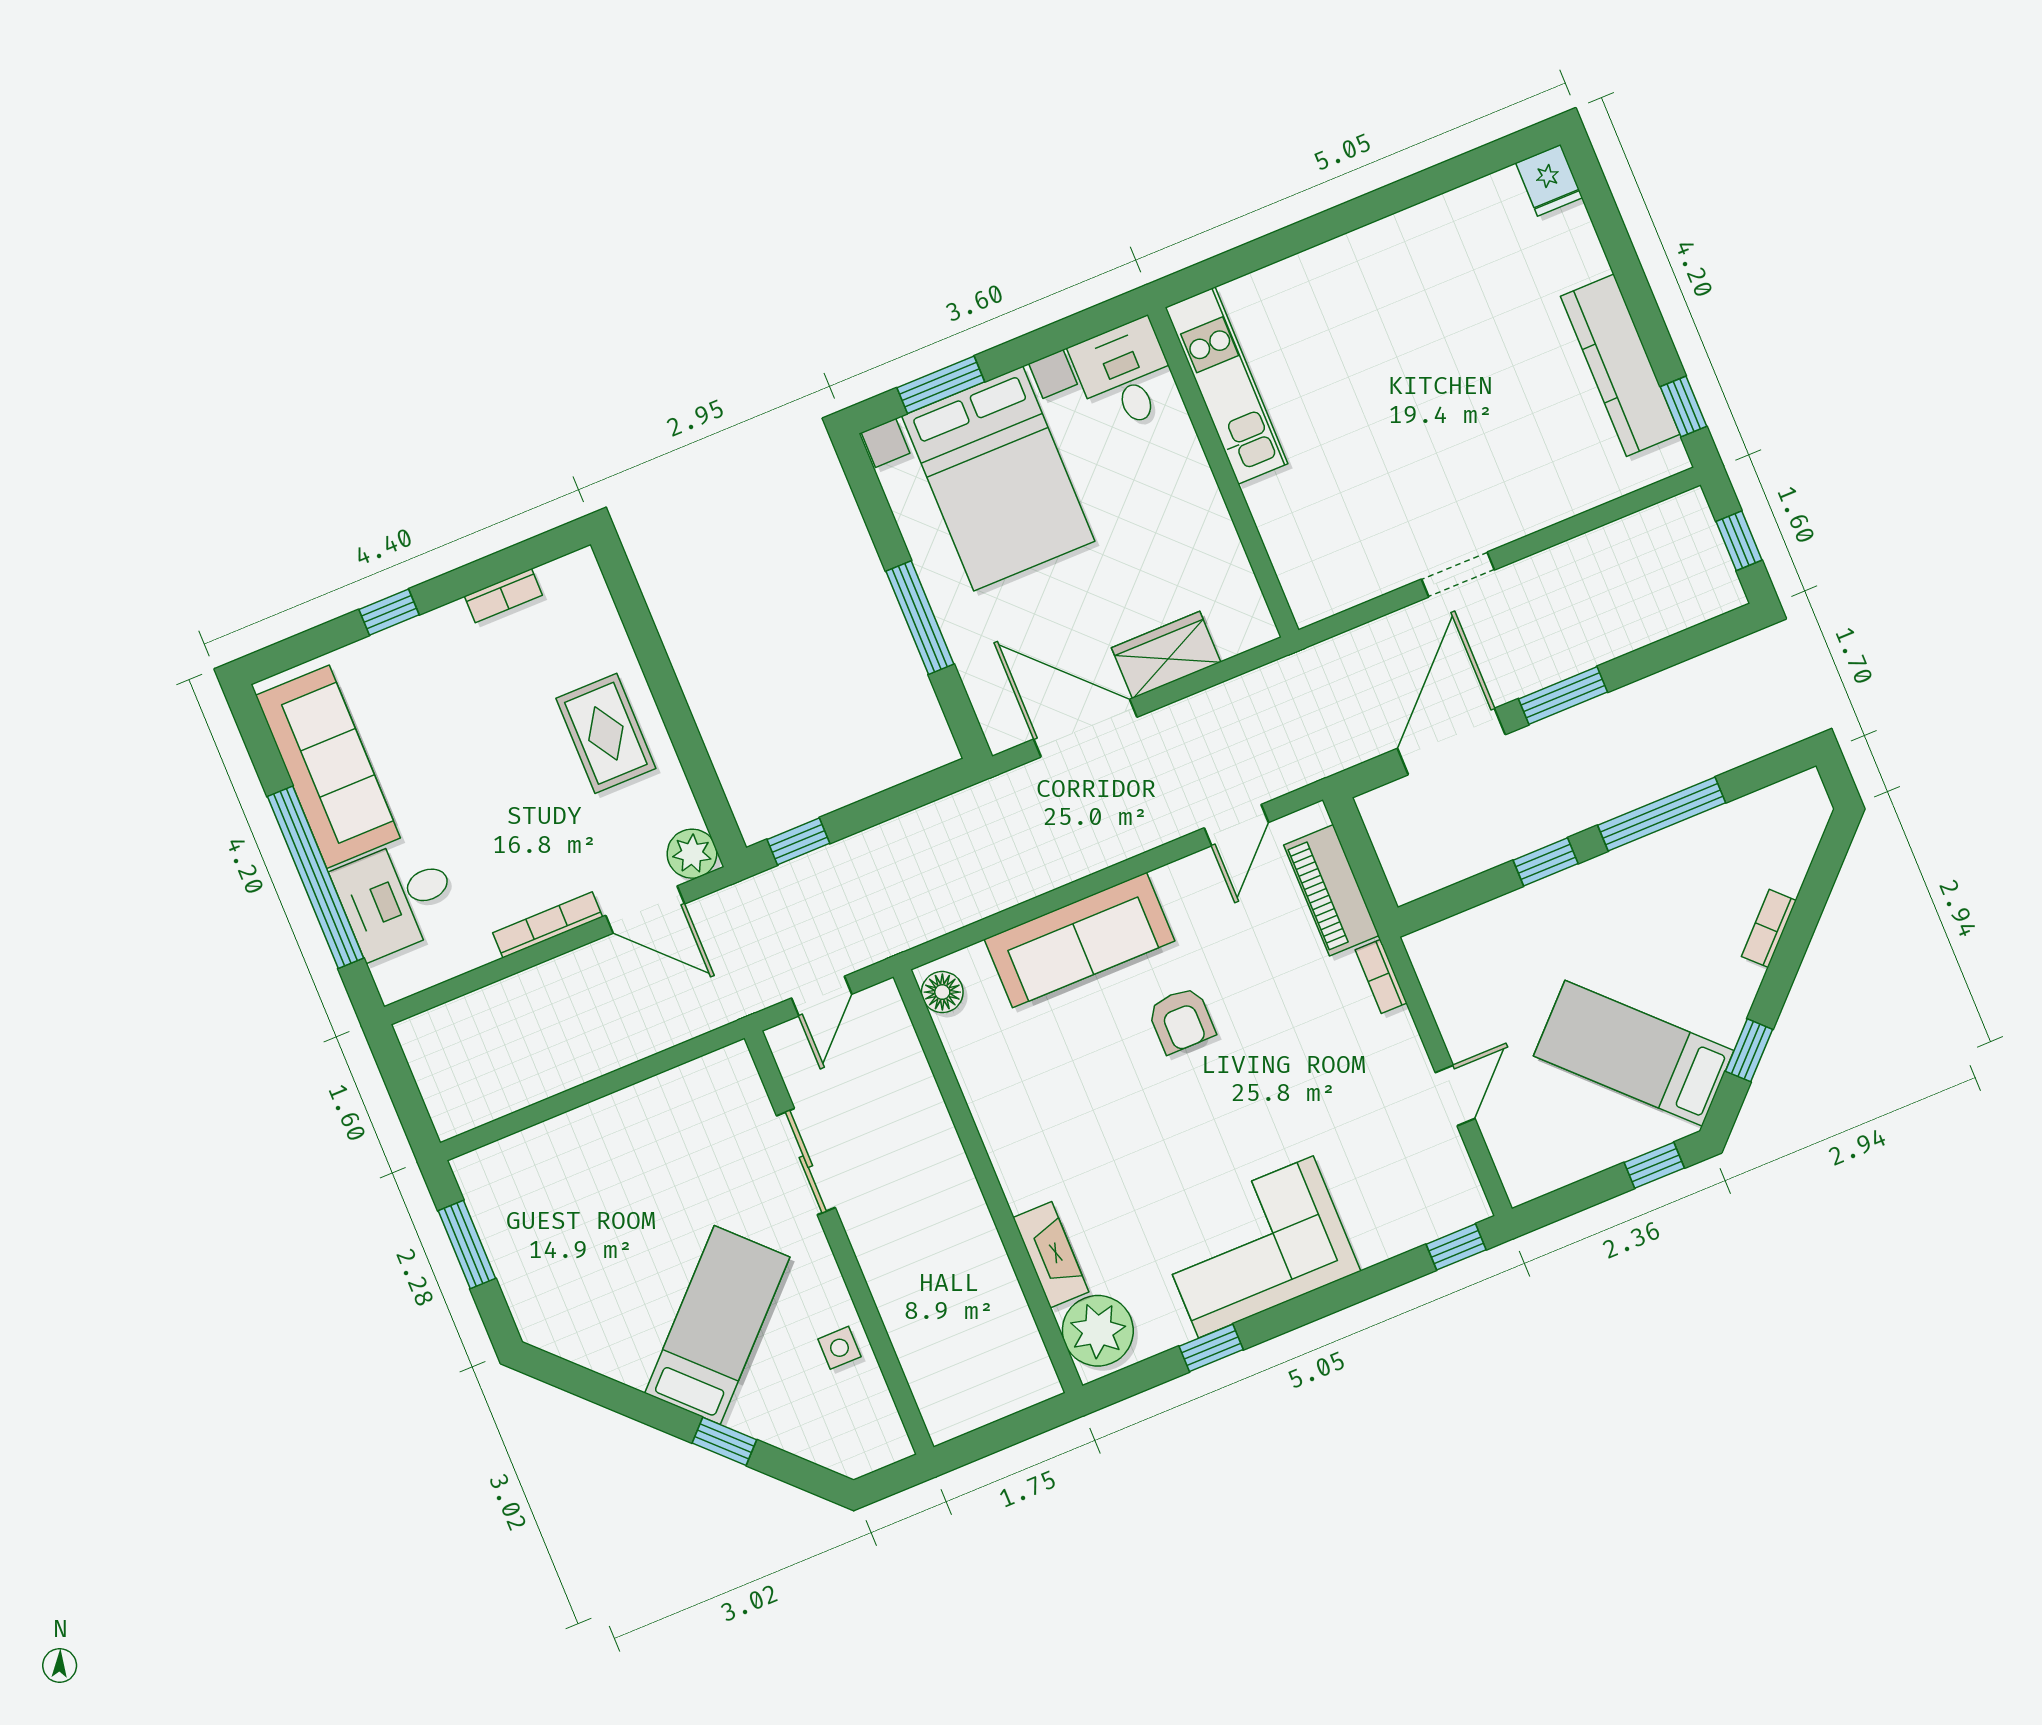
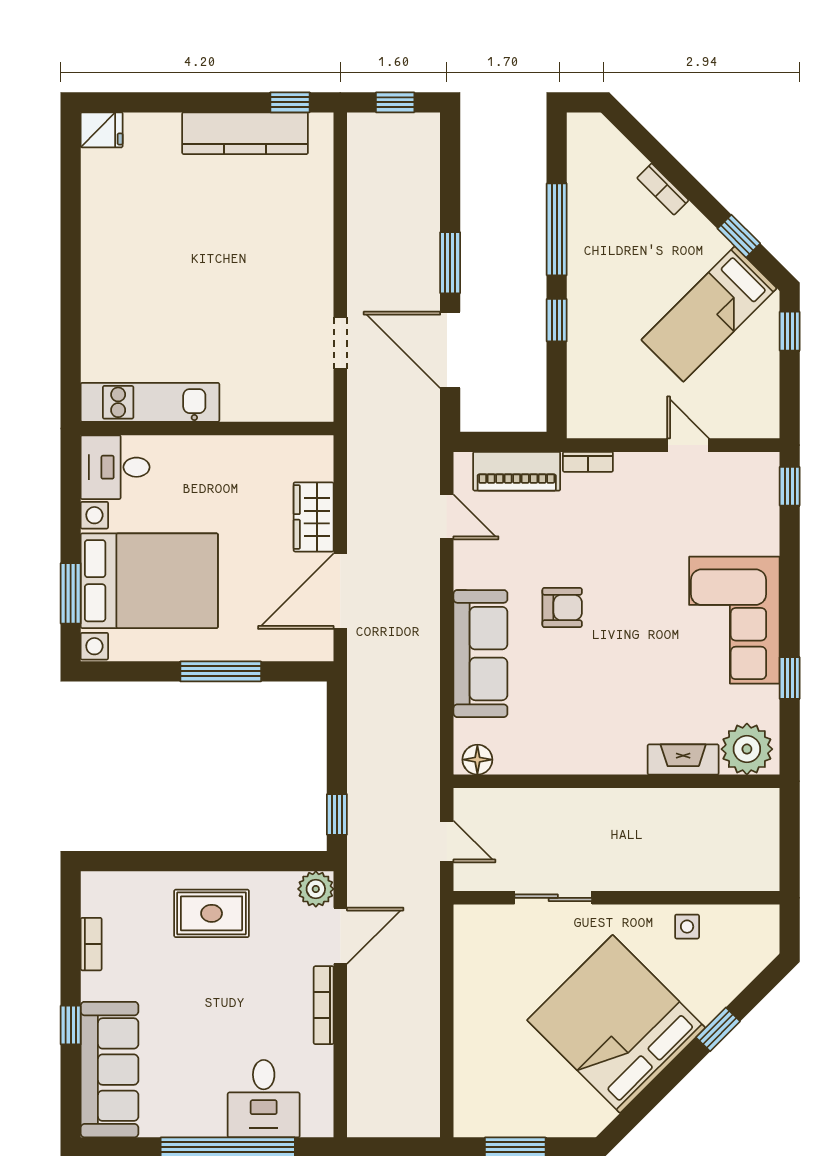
doorway: (1458, 575) -> (340, 343), moved
sofa: (328, 767) -> (110, 1070), moved, turned 90
bed: (717, 1325) -> (616, 1024), width x2.04

